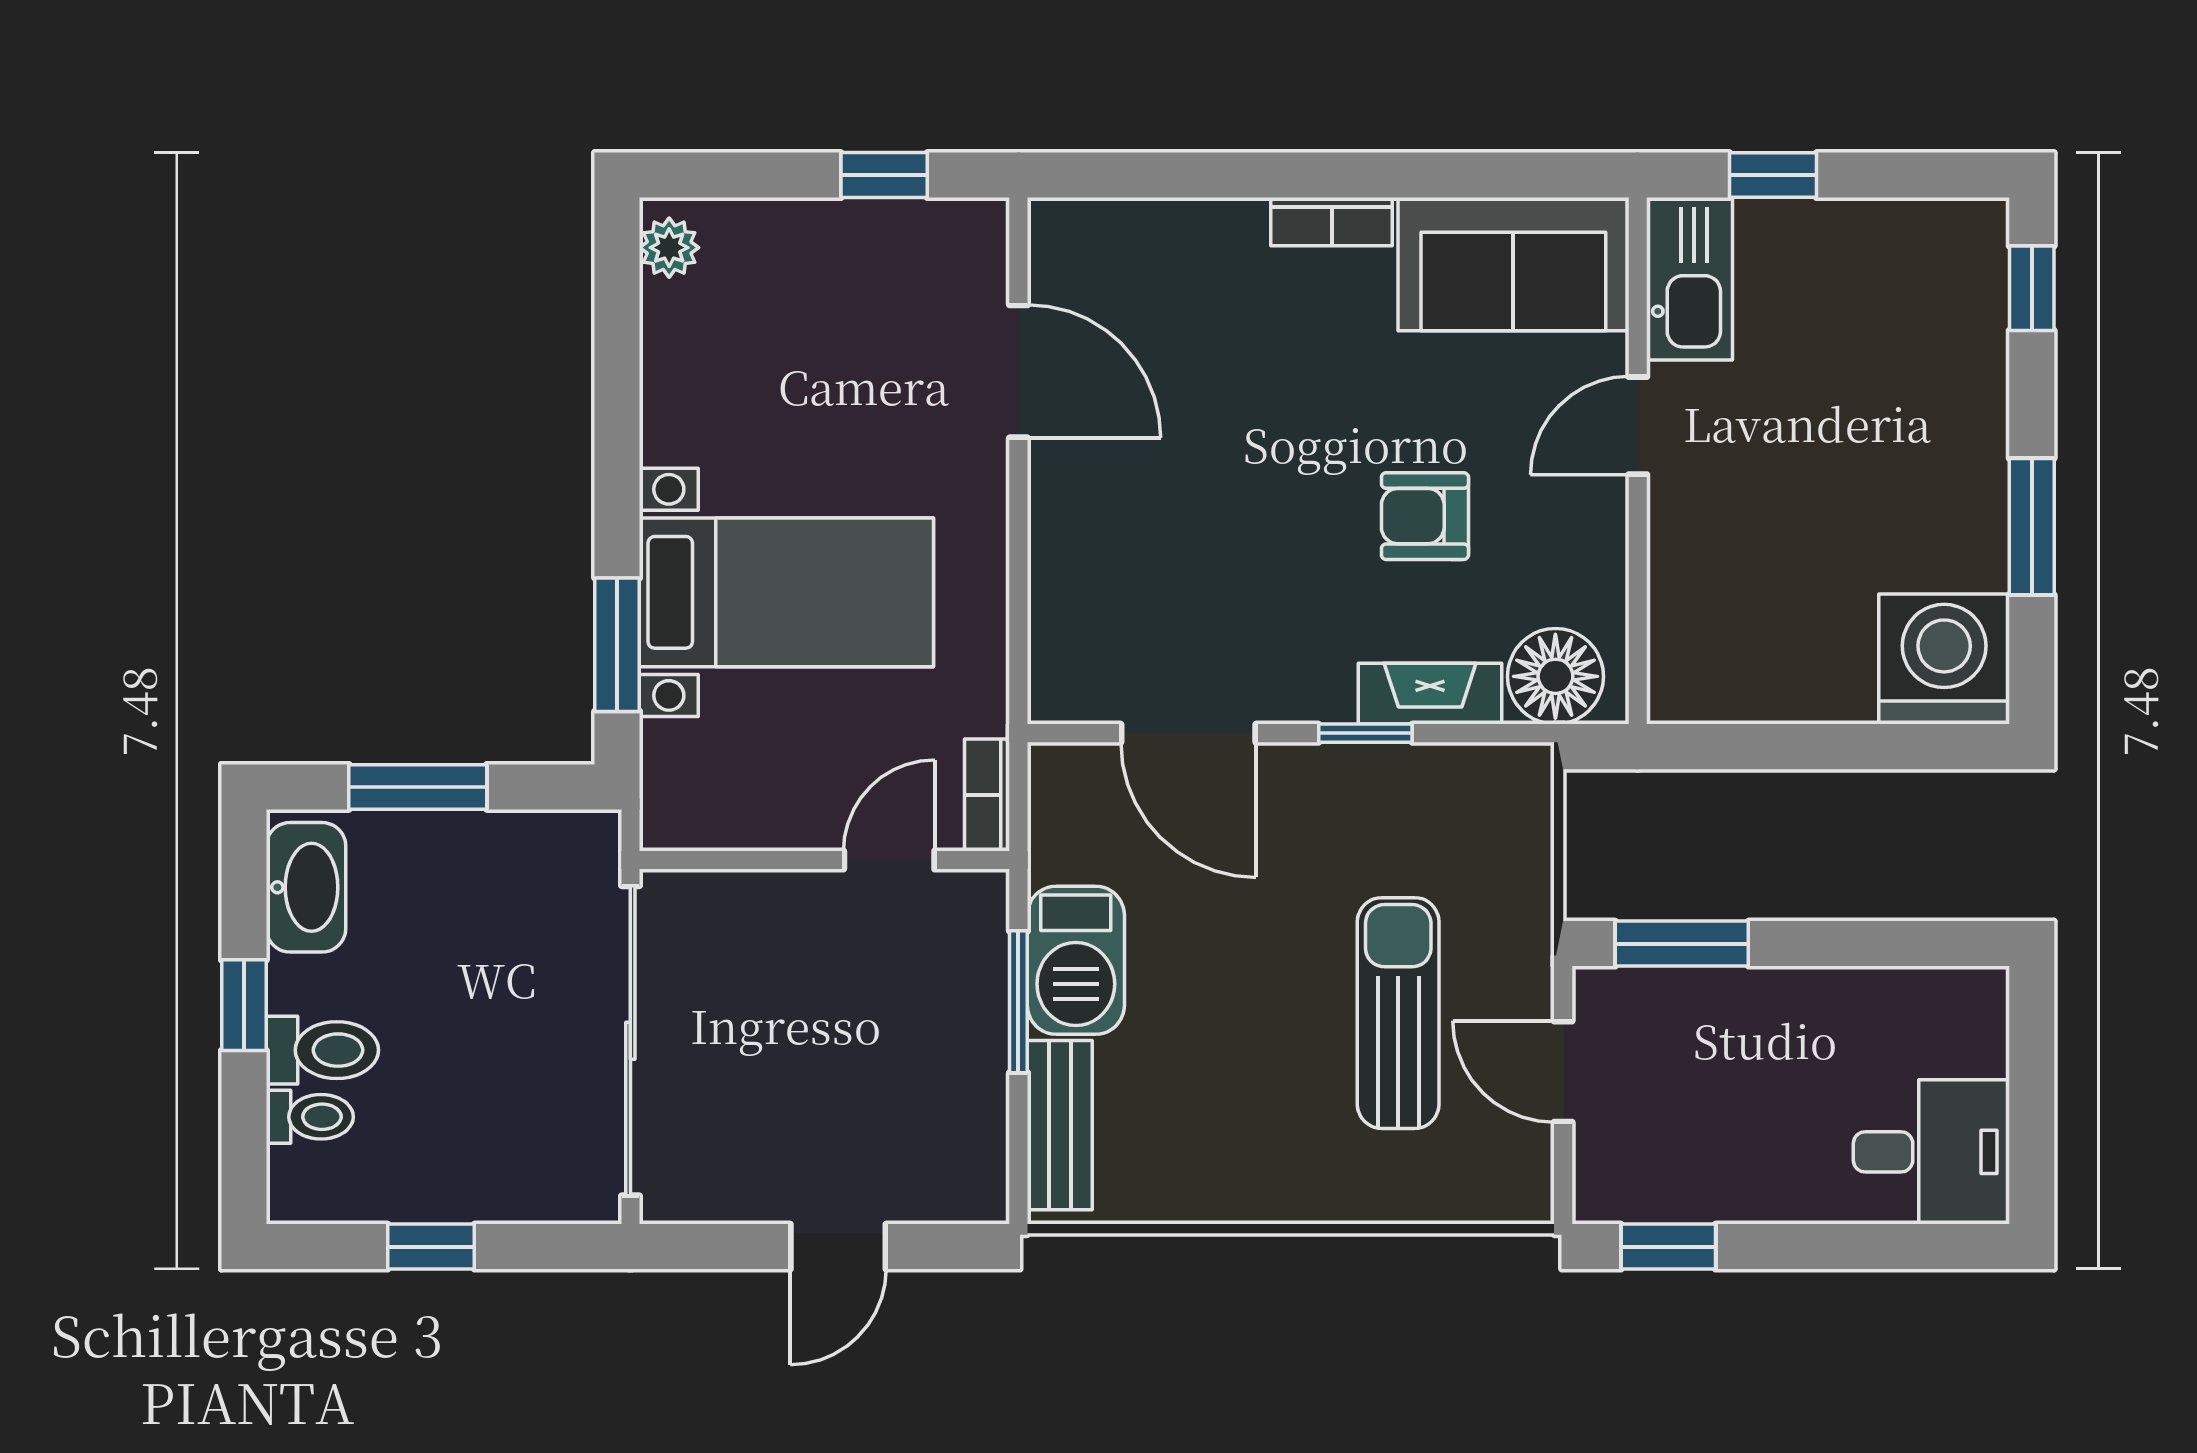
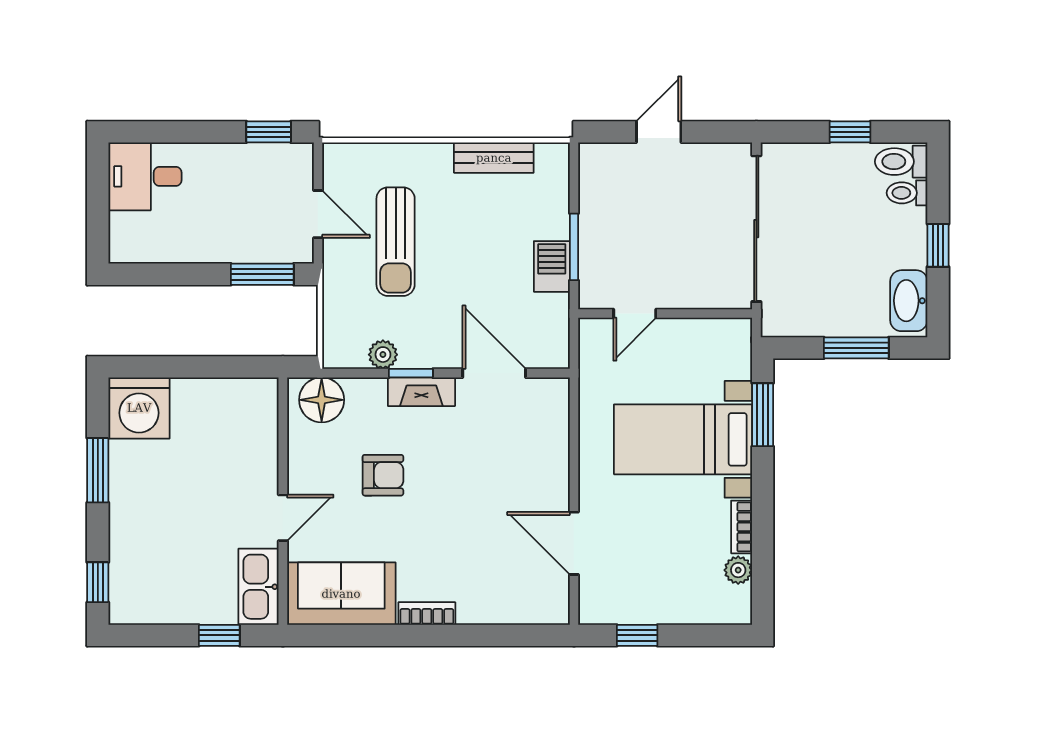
plant: (669, 248) -> (738, 570), moved
fireplace: (1430, 694) -> (421, 392), moved
plant: (1425, 773) -> (383, 355), added
bookcase: (987, 795) -> (742, 527), moved, turned 180
barbecue: (1076, 960) -> (552, 266), width x0.73, depth x0.79
toilet: (322, 1050) -> (901, 162), moved
bench: (1060, 1125) -> (494, 158), moved, turned 90

